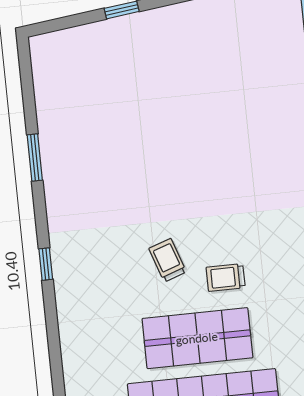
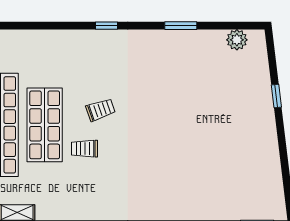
plant: (47, 75) -> (237, 40), added
trolley: (226, 277) -> (84, 149), turned -90

